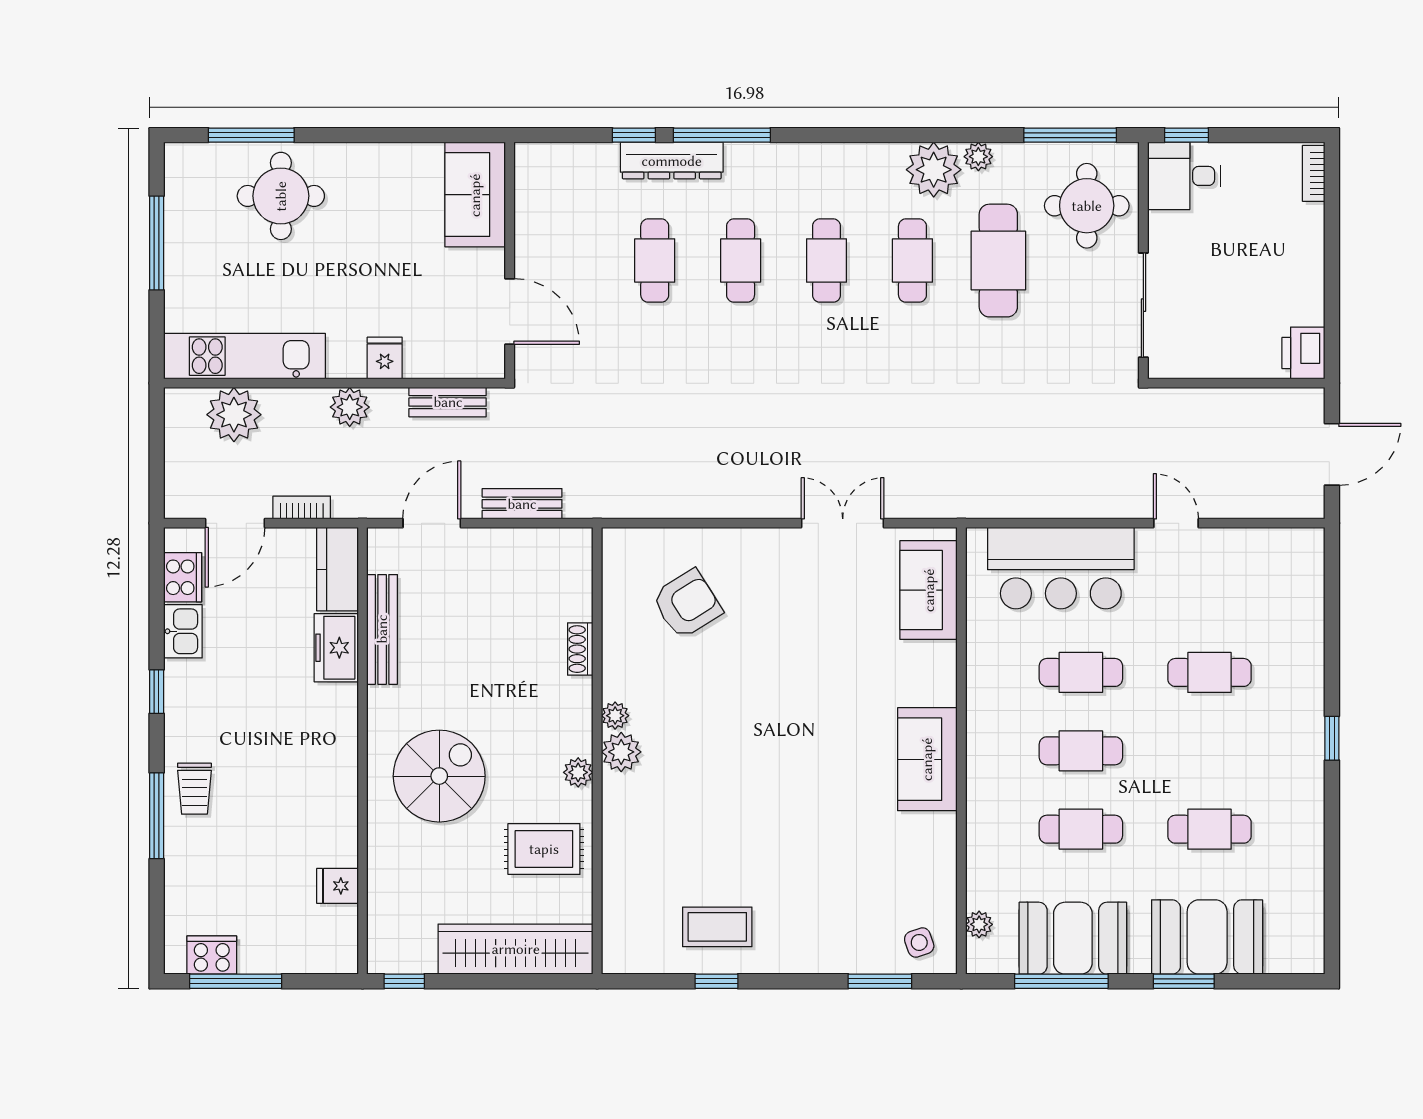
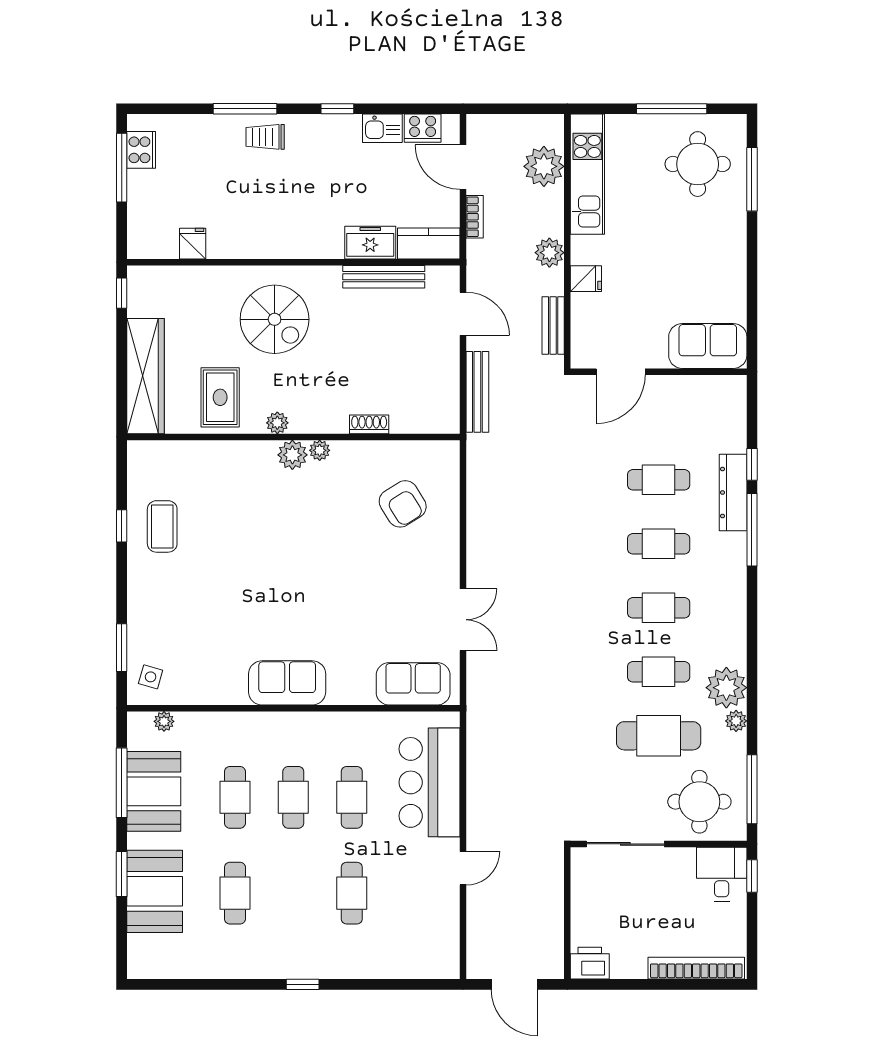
bookcase: (1314, 173) -> (696, 968), width x2.31, depth x1.31
round table: (281, 196) -> (698, 164), moved
bench: (522, 504) -> (477, 392), width x1.36
side table: (919, 942) -> (151, 677), turned 35

